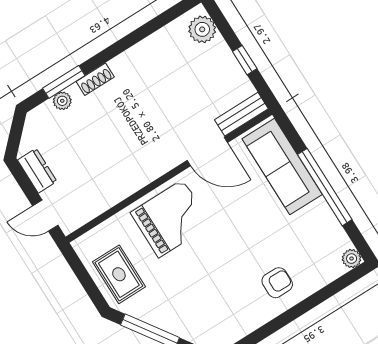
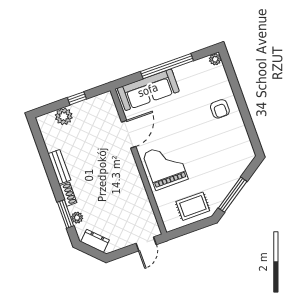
plant: (202, 29) -> (64, 116), moved
bench: (241, 114) -> (59, 167), moved
dresser: (37, 171) -> (95, 241), moved, turned 45
armchair: (277, 283) -> (220, 109), turned 180

